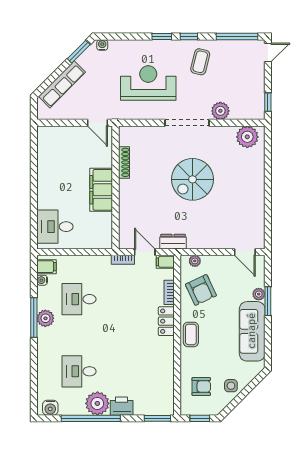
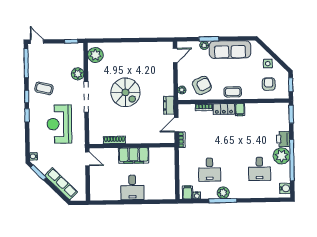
door: (97, 123) -> (87, 159), hinge flipped
desk: (55, 227) -> (132, 188), moved
filing cabinet: (165, 262) -> (240, 110), moved

